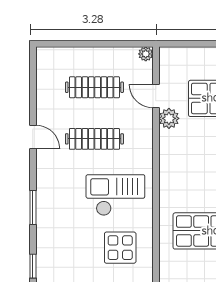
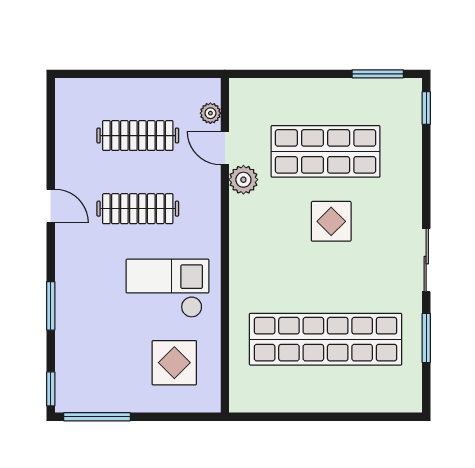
plant: (146, 54) -> (210, 113), moved

